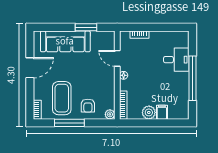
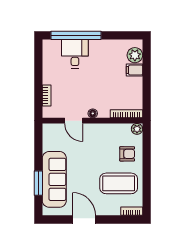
window: (86, 27) -> (38, 183), moved
door: (117, 58) -> (74, 121), hinge flipped
window: (192, 78) -> (76, 35), moved
plant: (149, 112) -> (135, 55), moved
window: (69, 123) -> (147, 175), removed

